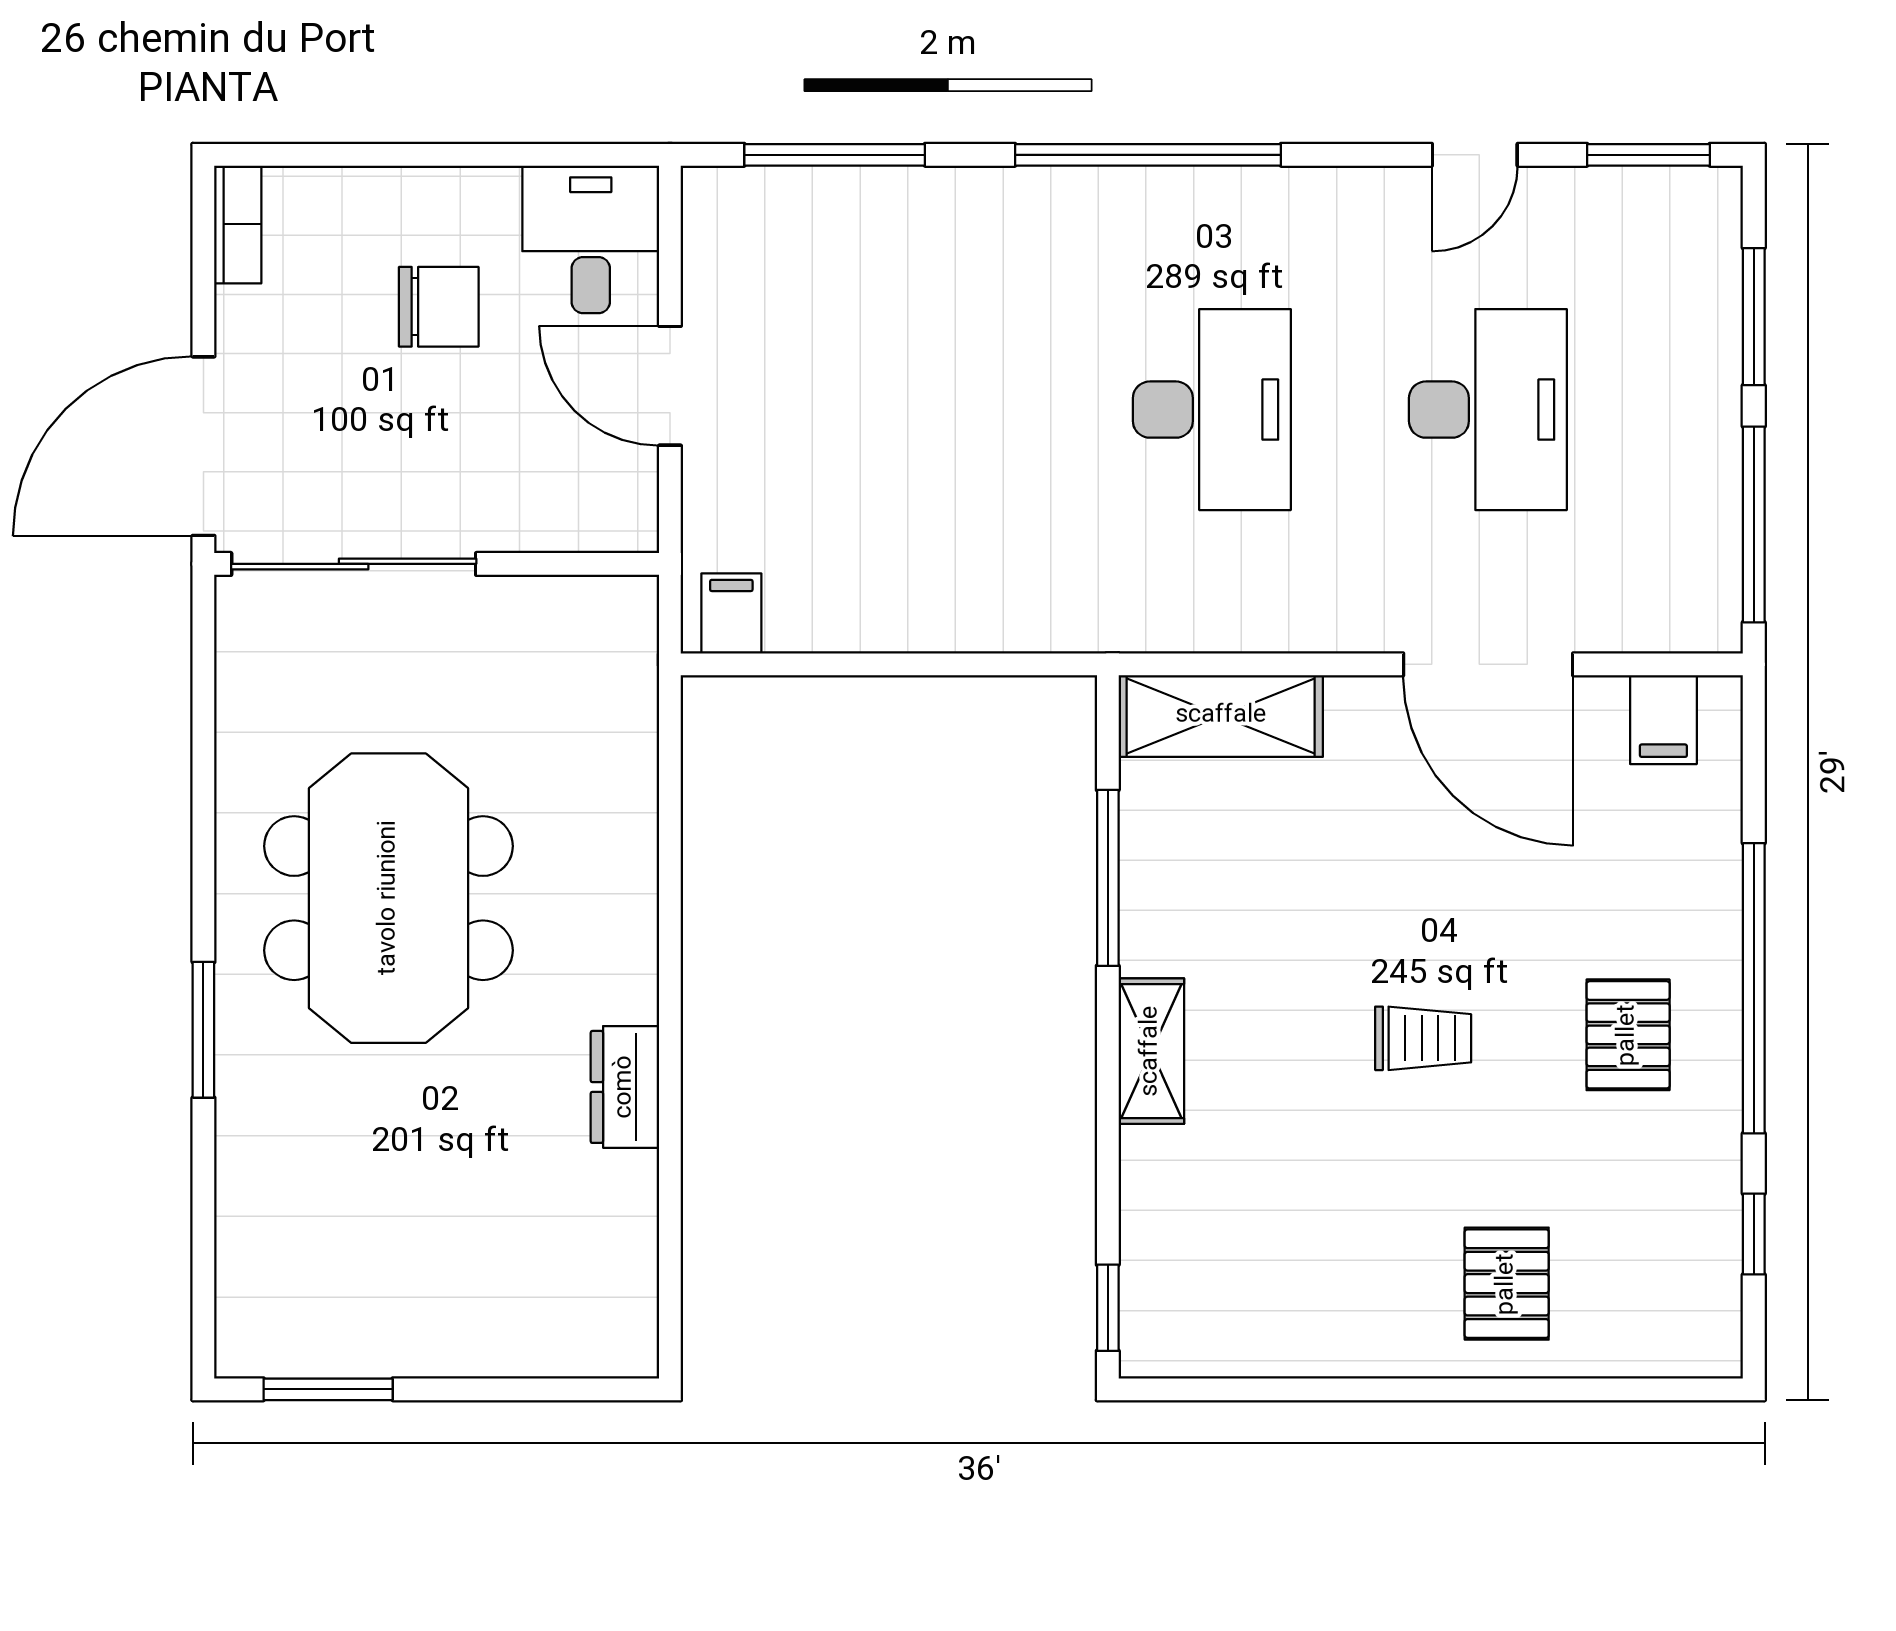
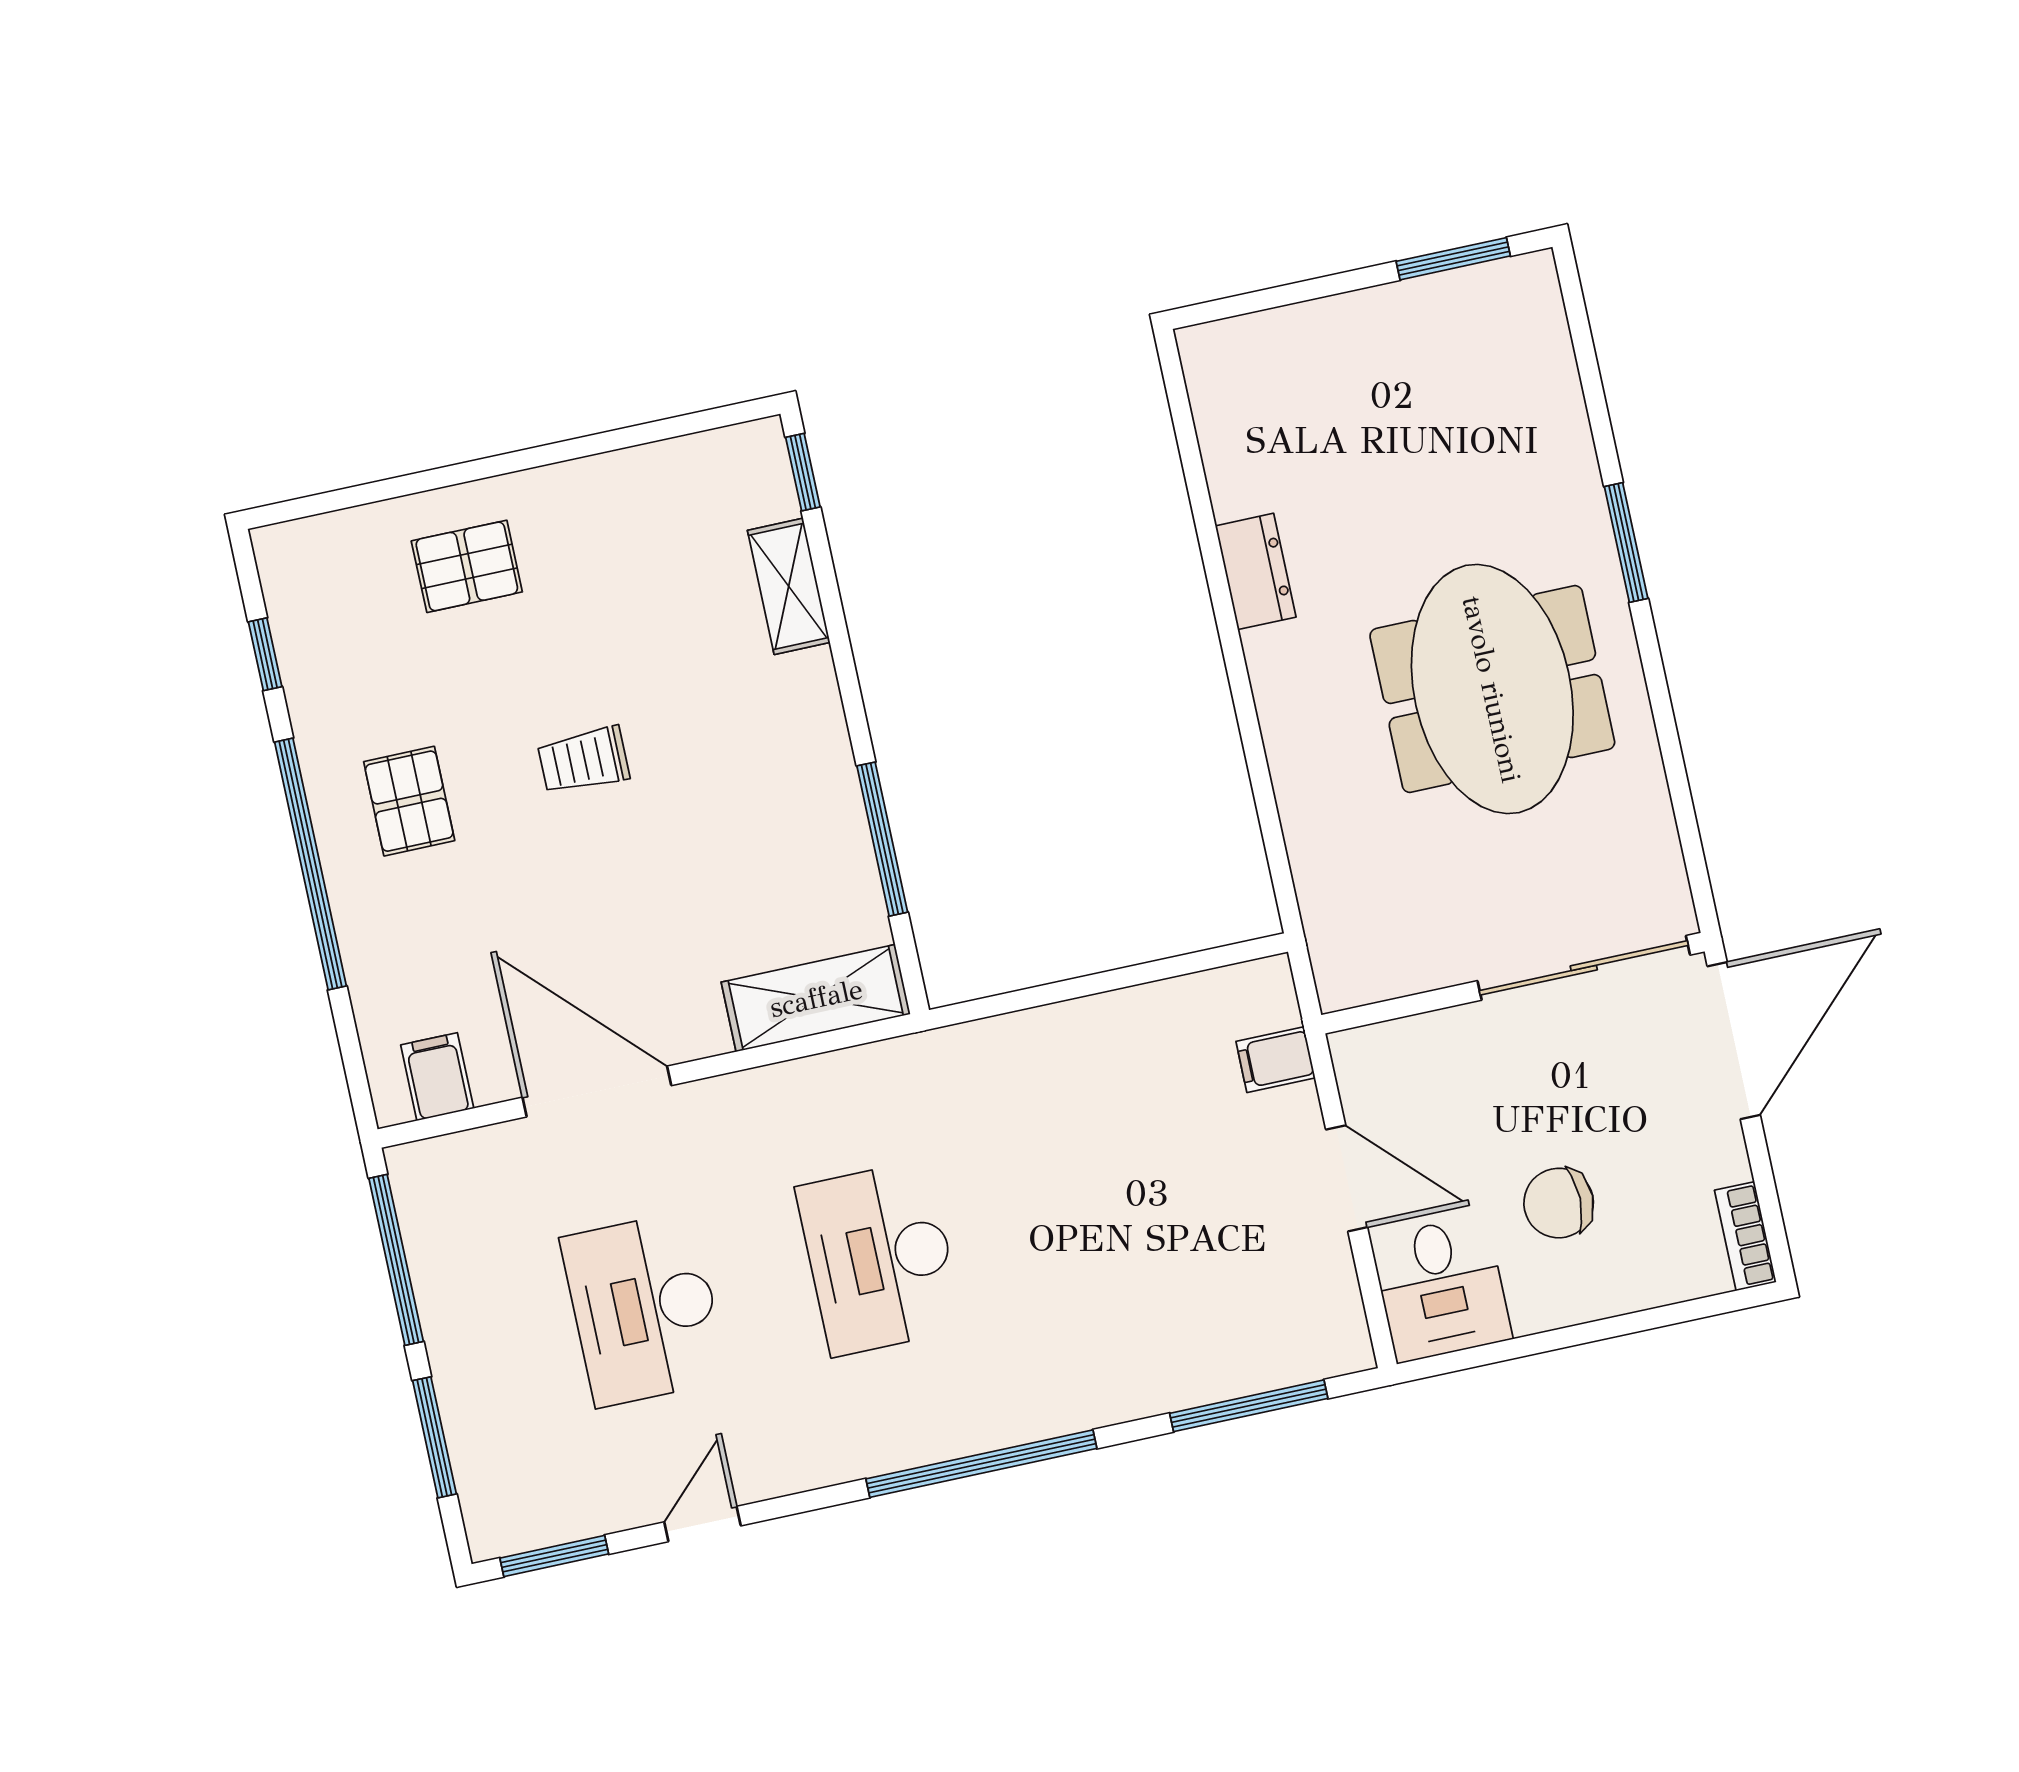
filing cabinet: (731, 614) -> (1276, 1060), moved, turned 90
shelving: (1151, 1051) -> (789, 586), moved
pallet: (1507, 1284) -> (467, 566), turned 90

